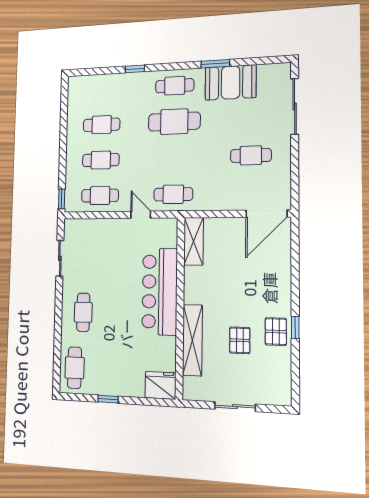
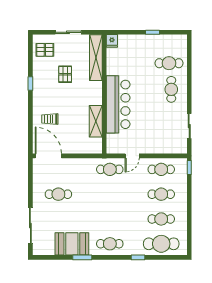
cafe table: (174, 122) -> (161, 244), moved
door: (266, 213) -> (48, 156), hinge flipped
door: (141, 215) -> (132, 156), hinge flipped
shelving: (194, 241) -> (96, 121), moved
trolley: (264, 271) -> (50, 119), added
pallet: (276, 332) -> (45, 50), moved, turned 90
shelving: (192, 340) -> (96, 58), moved
cafe table: (75, 368) -> (169, 63), moved, turned 90
fridge: (160, 385) -> (112, 41), width x0.53, depth x0.75

